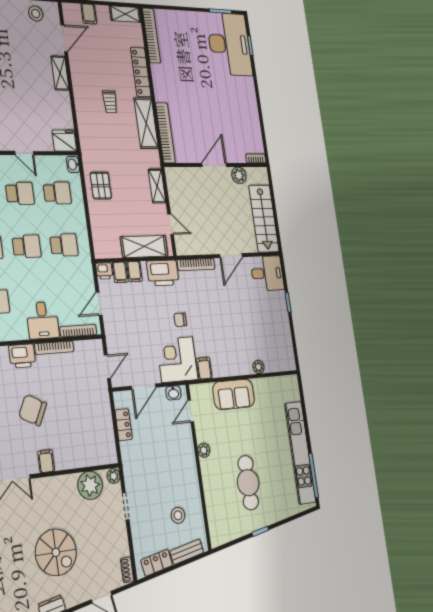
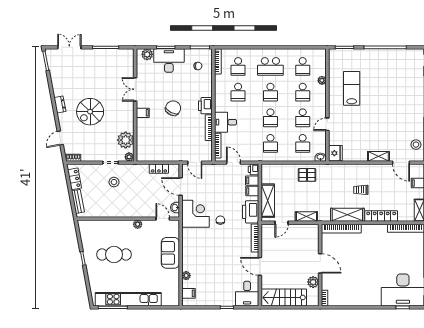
filing cabinet: (204, 368) -> (189, 293), moved
stool: (178, 515) -> (114, 182), moved

